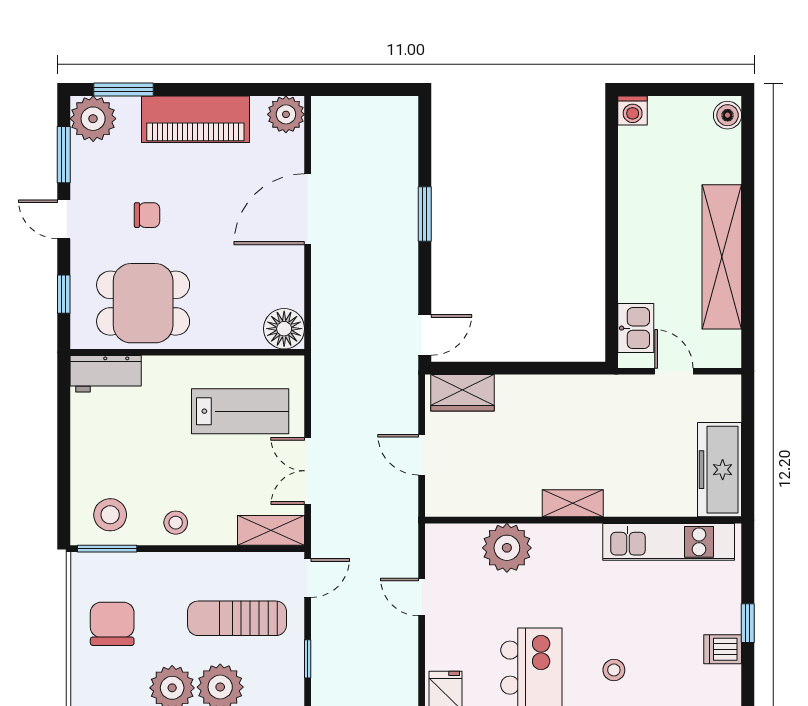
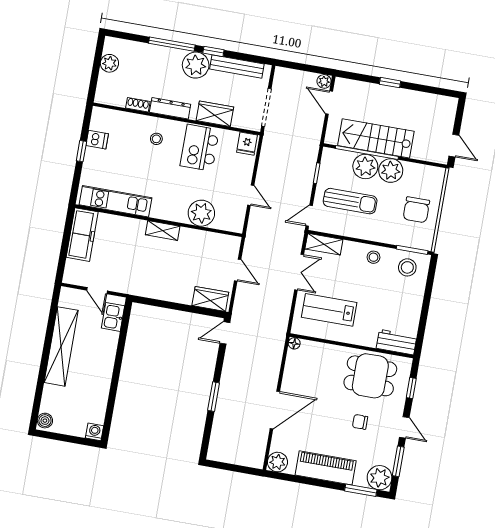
floor lamp: (284, 329) -> (294, 343), width x0.53, depth x0.53

